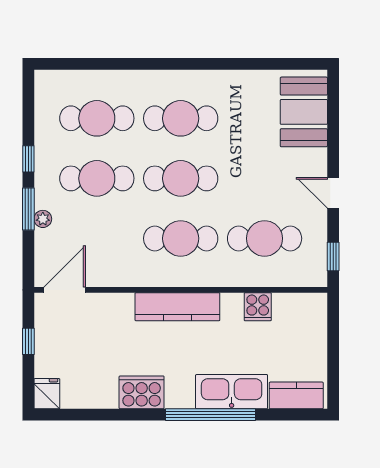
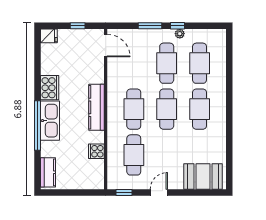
plant: (43, 219) -> (180, 34), moved
kitchen sink: (232, 392) -> (50, 121), moved

